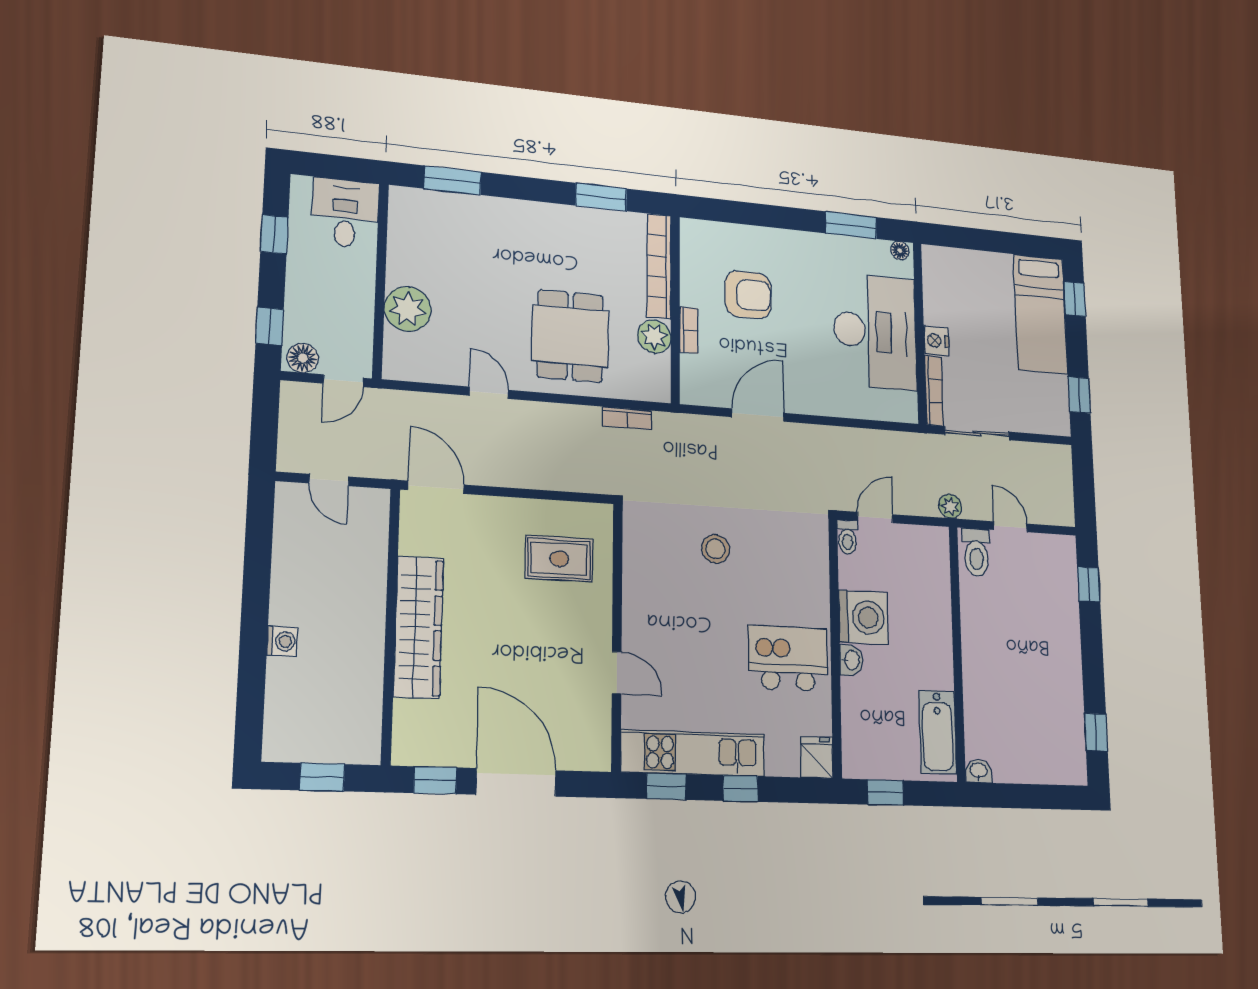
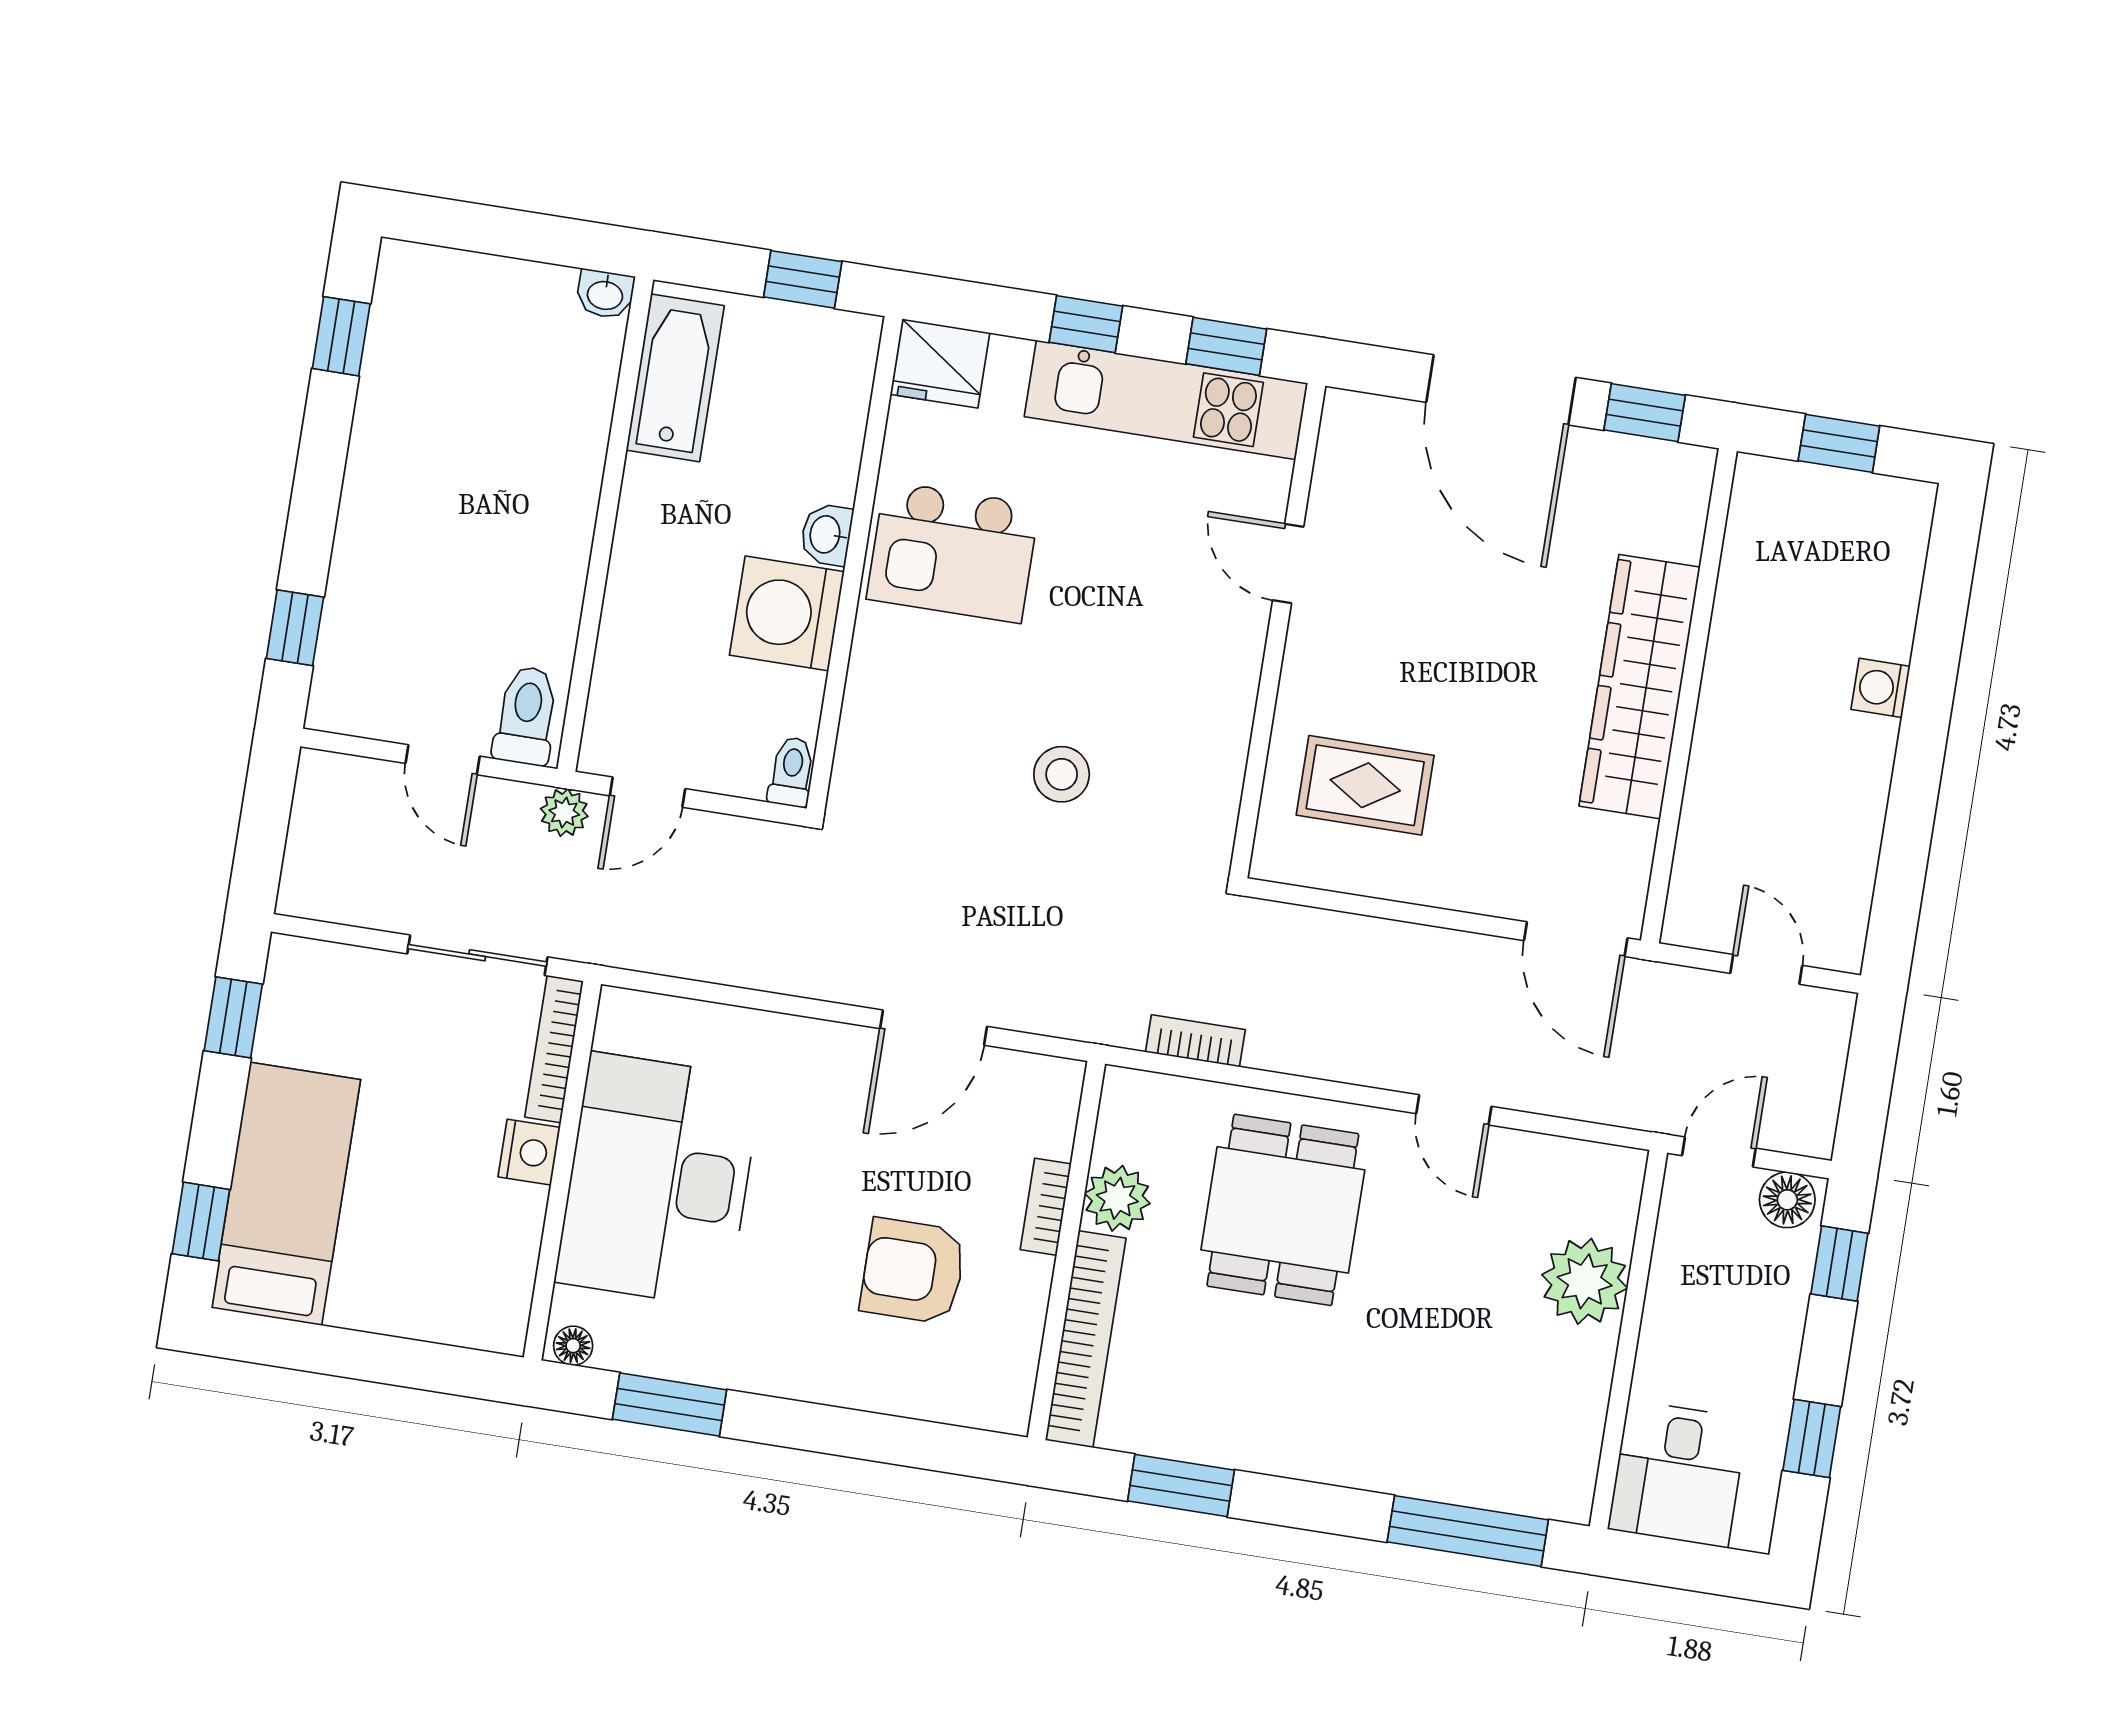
window: (452, 180) -> (1468, 1531), width x1.44
door: (875, 517) -> (647, 792), moved
fridge: (817, 757) -> (940, 363), width x1.38

